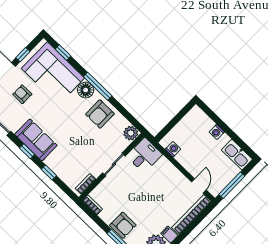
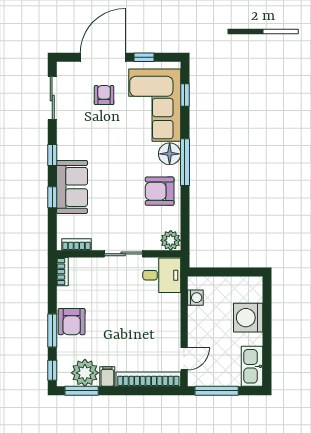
washing machine: (217, 132) -> (248, 318), width x1.89, depth x1.89
sofa: (36, 140) -> (72, 187), moved

